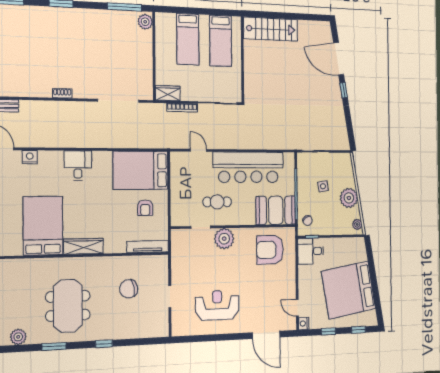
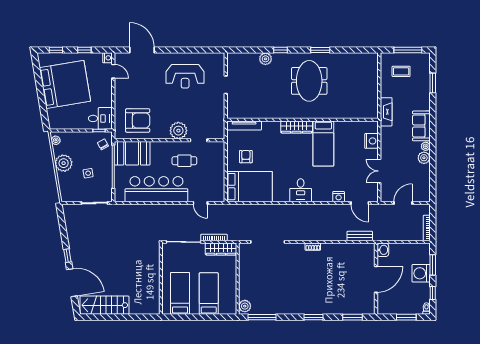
stairs: (271, 29) -> (104, 305), moved
wardrobe: (168, 93) -> (221, 249), width x1.50
bed: (43, 226) -> (323, 144), width x0.67
chair: (129, 289) -> (260, 92), removed
plant: (18, 337) -> (265, 59), moved

